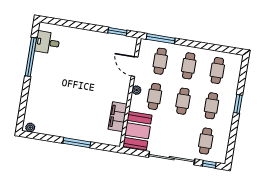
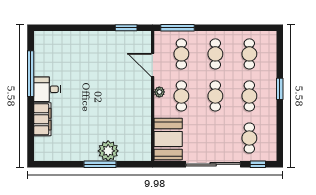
desk: (47, 43) -> (47, 89), moved
filing cabinet: (118, 117) -> (42, 119), moved, turned 180
plant: (30, 127) -> (108, 151), moved, width x1.88, depth x1.88

